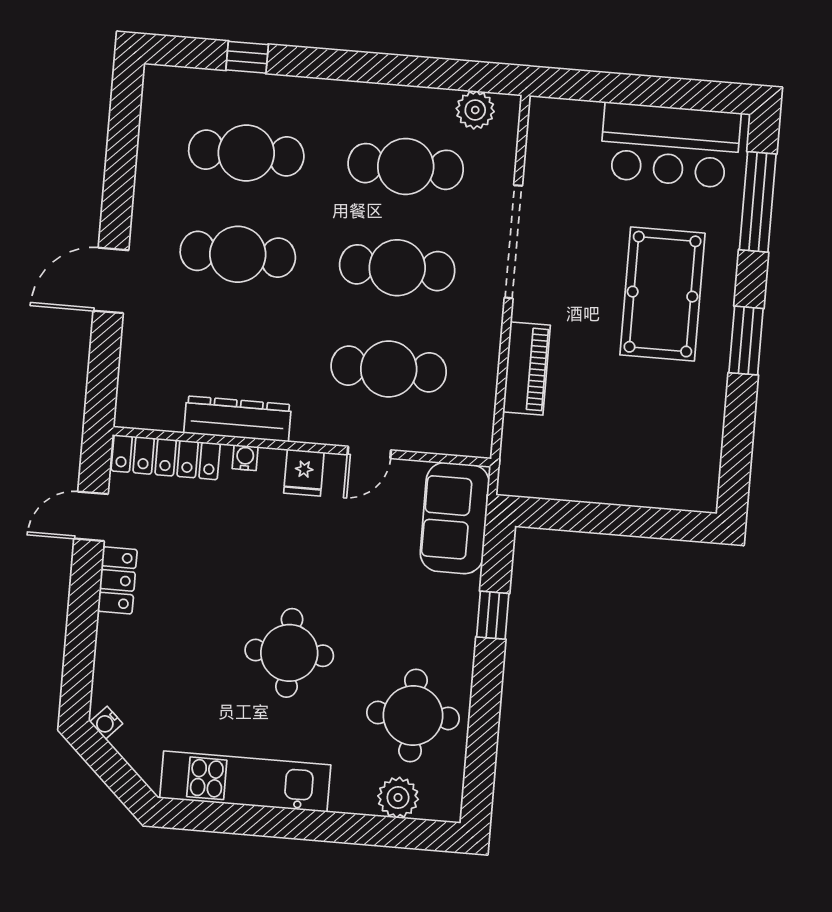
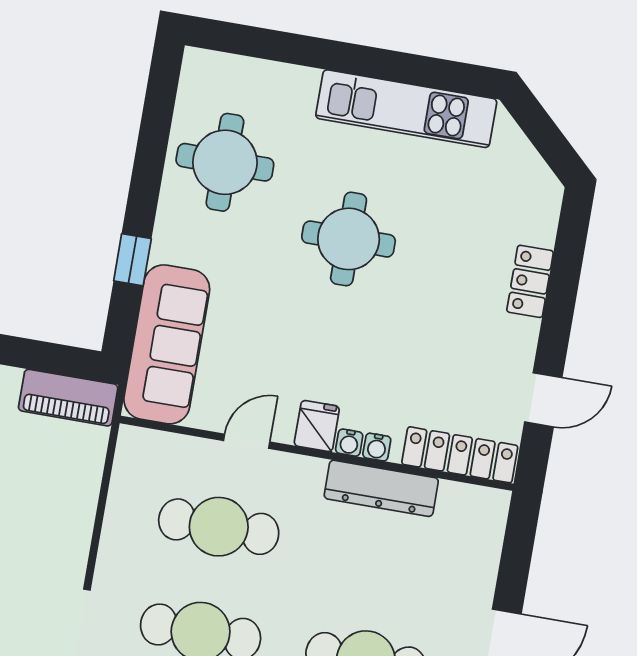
piano: (527, 368) -> (68, 398), moved, turned -90
sofa: (455, 518) -> (167, 344), width x1.36
locker: (117, 580) -> (530, 281), moved
water cooler: (106, 723) -> (349, 443), moved, turned 136
plant: (398, 798) -> (248, 78), removed

